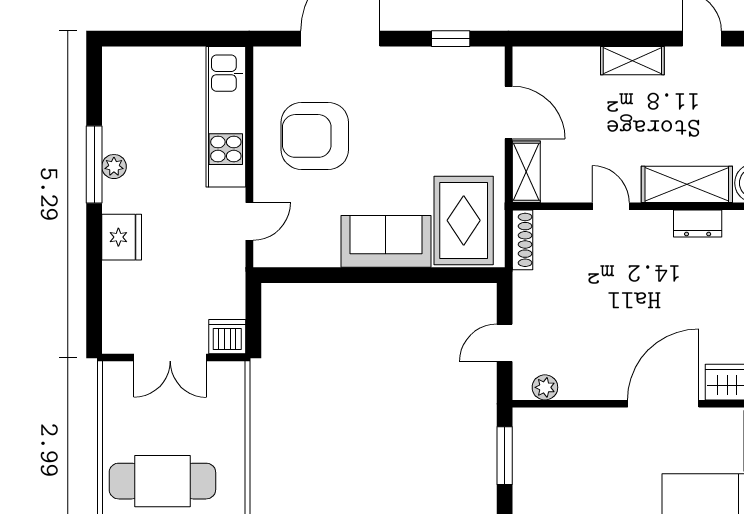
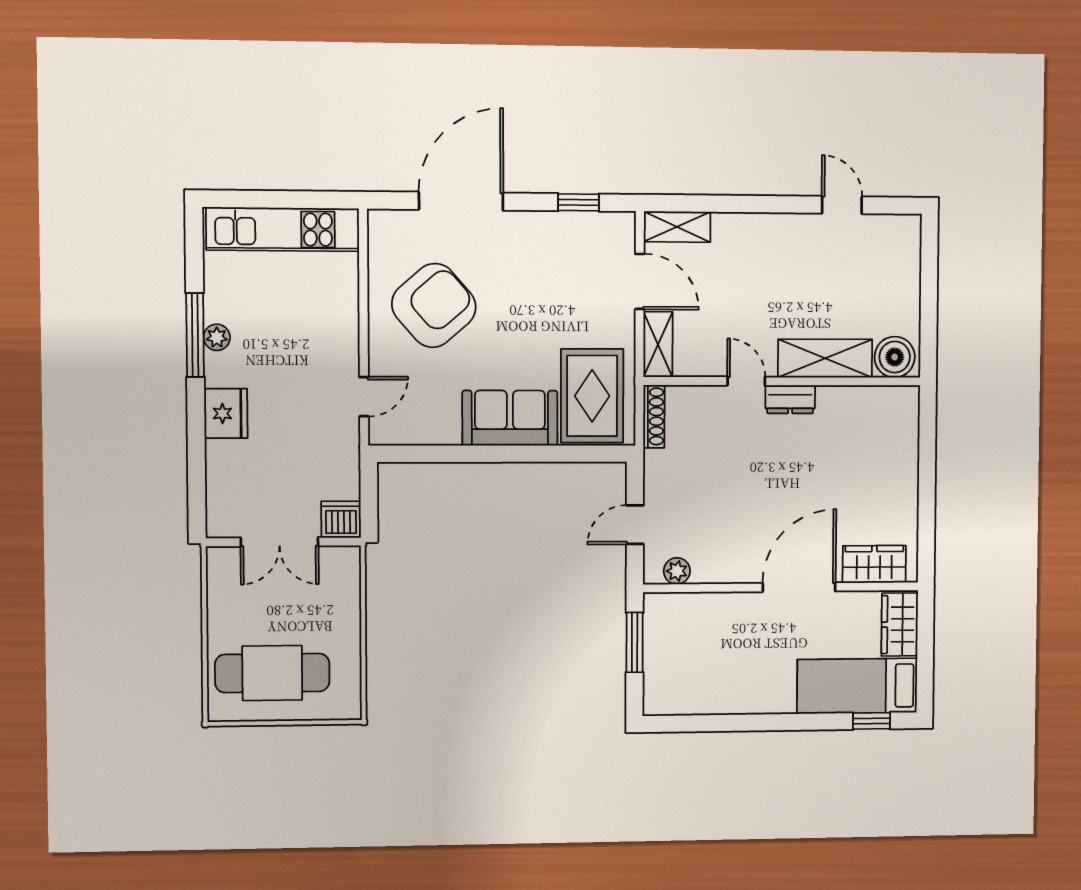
shelving: (632, 61) -> (677, 227), moved
kitchen unit: (226, 117) -> (283, 229), moved, turned -90
armchair: (315, 136) -> (434, 305), turned 139
dresser: (698, 223) -> (790, 399), moved

